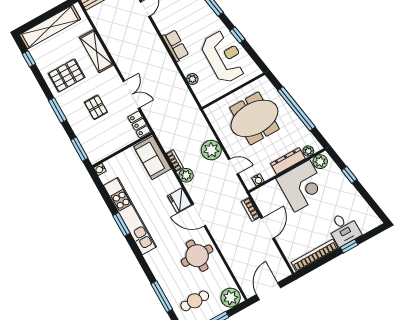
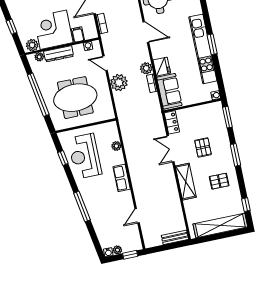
window: (237, 35) -> (63, 158), moved
shelving: (96, 51) -> (186, 182), moved
pallet: (67, 76) -> (219, 181), width x0.67, depth x0.71
filing cabinet: (273, 189) -> (78, 35), added
fridge: (179, 200) -> (162, 67), moved

